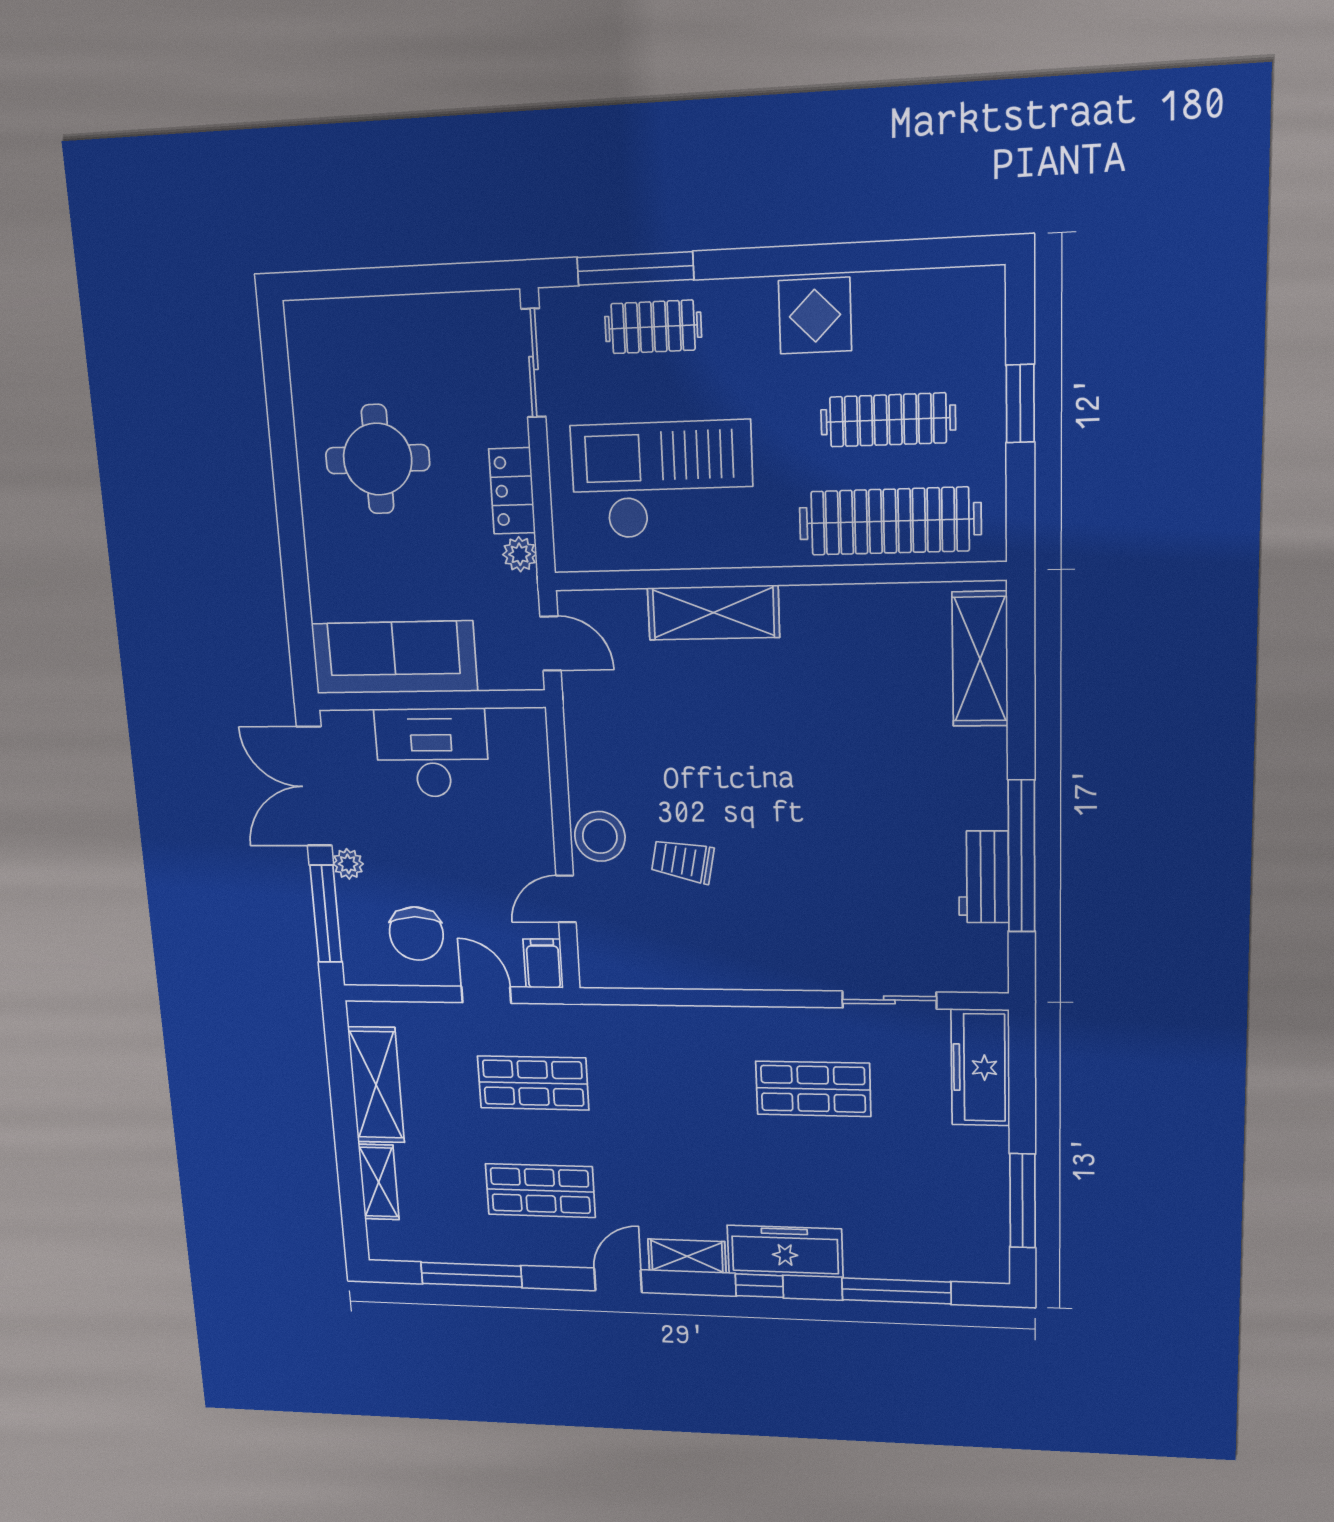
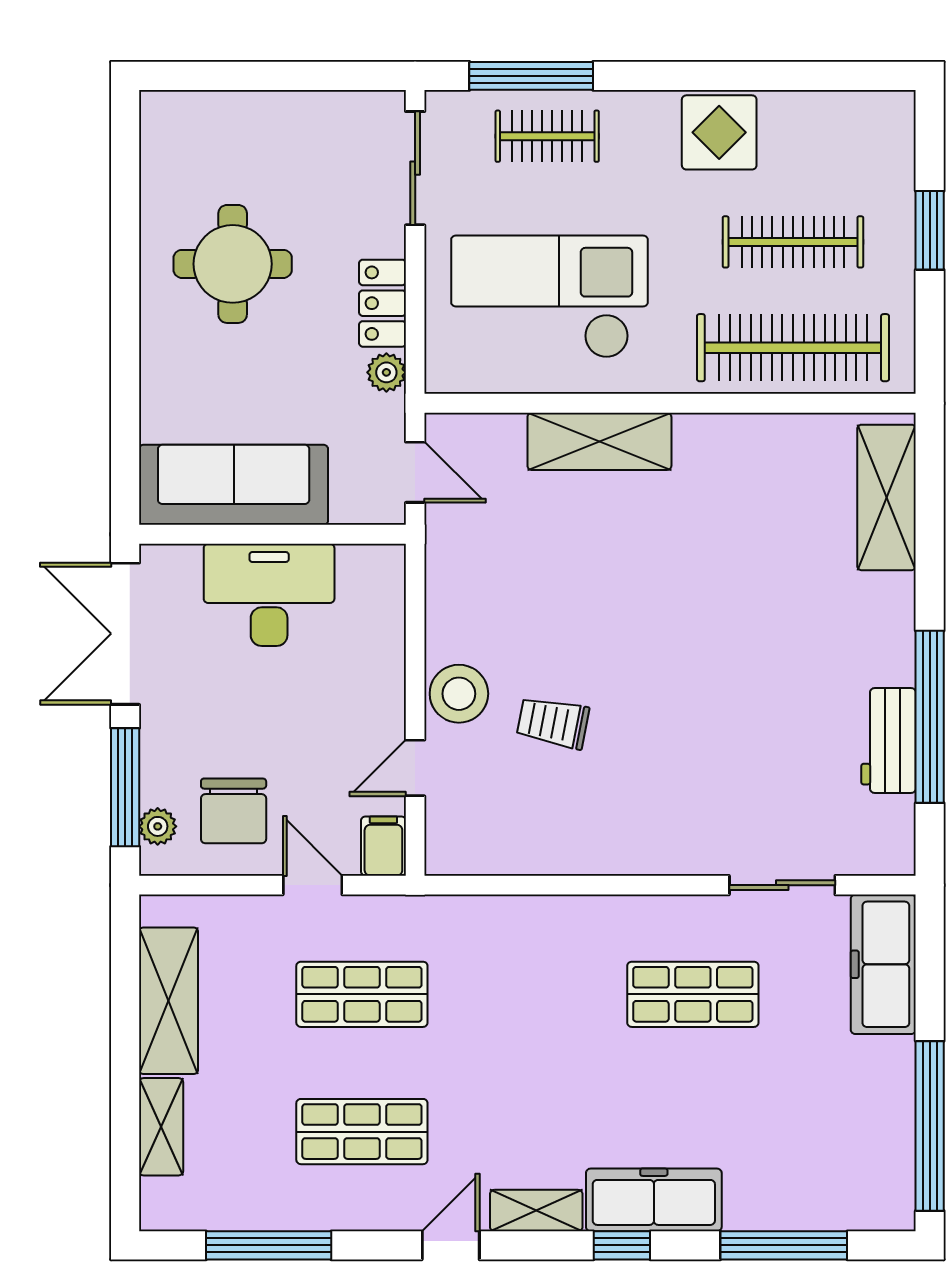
plant: (348, 864) -> (158, 826), moved
window: (1023, 1201) -> (930, 1126), width x1.46

